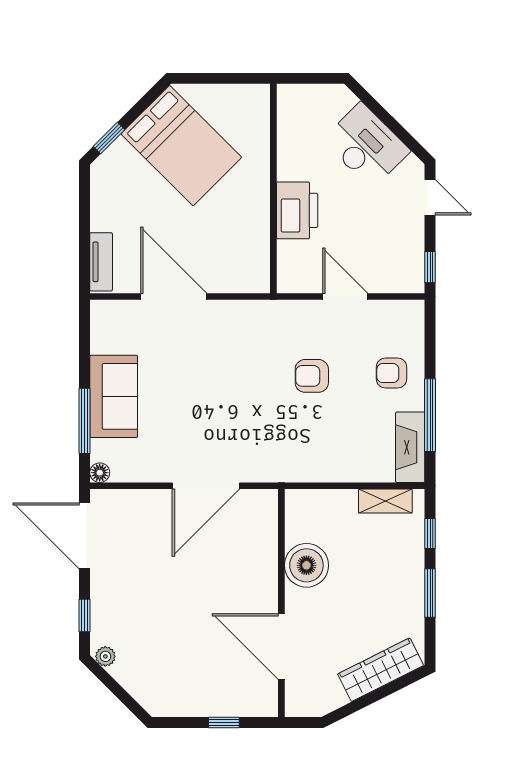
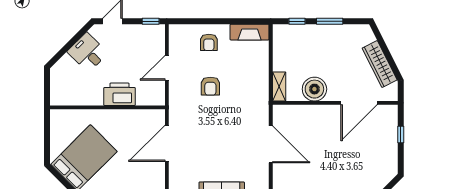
desk: (366, 146) -> (88, 52), width x0.73
door: (174, 296) -> (167, 143), moved
window: (430, 415) -> (232, 21), removed
shelving: (385, 501) -> (279, 86), moved
wardrobe: (381, 670) -> (380, 64), moved

